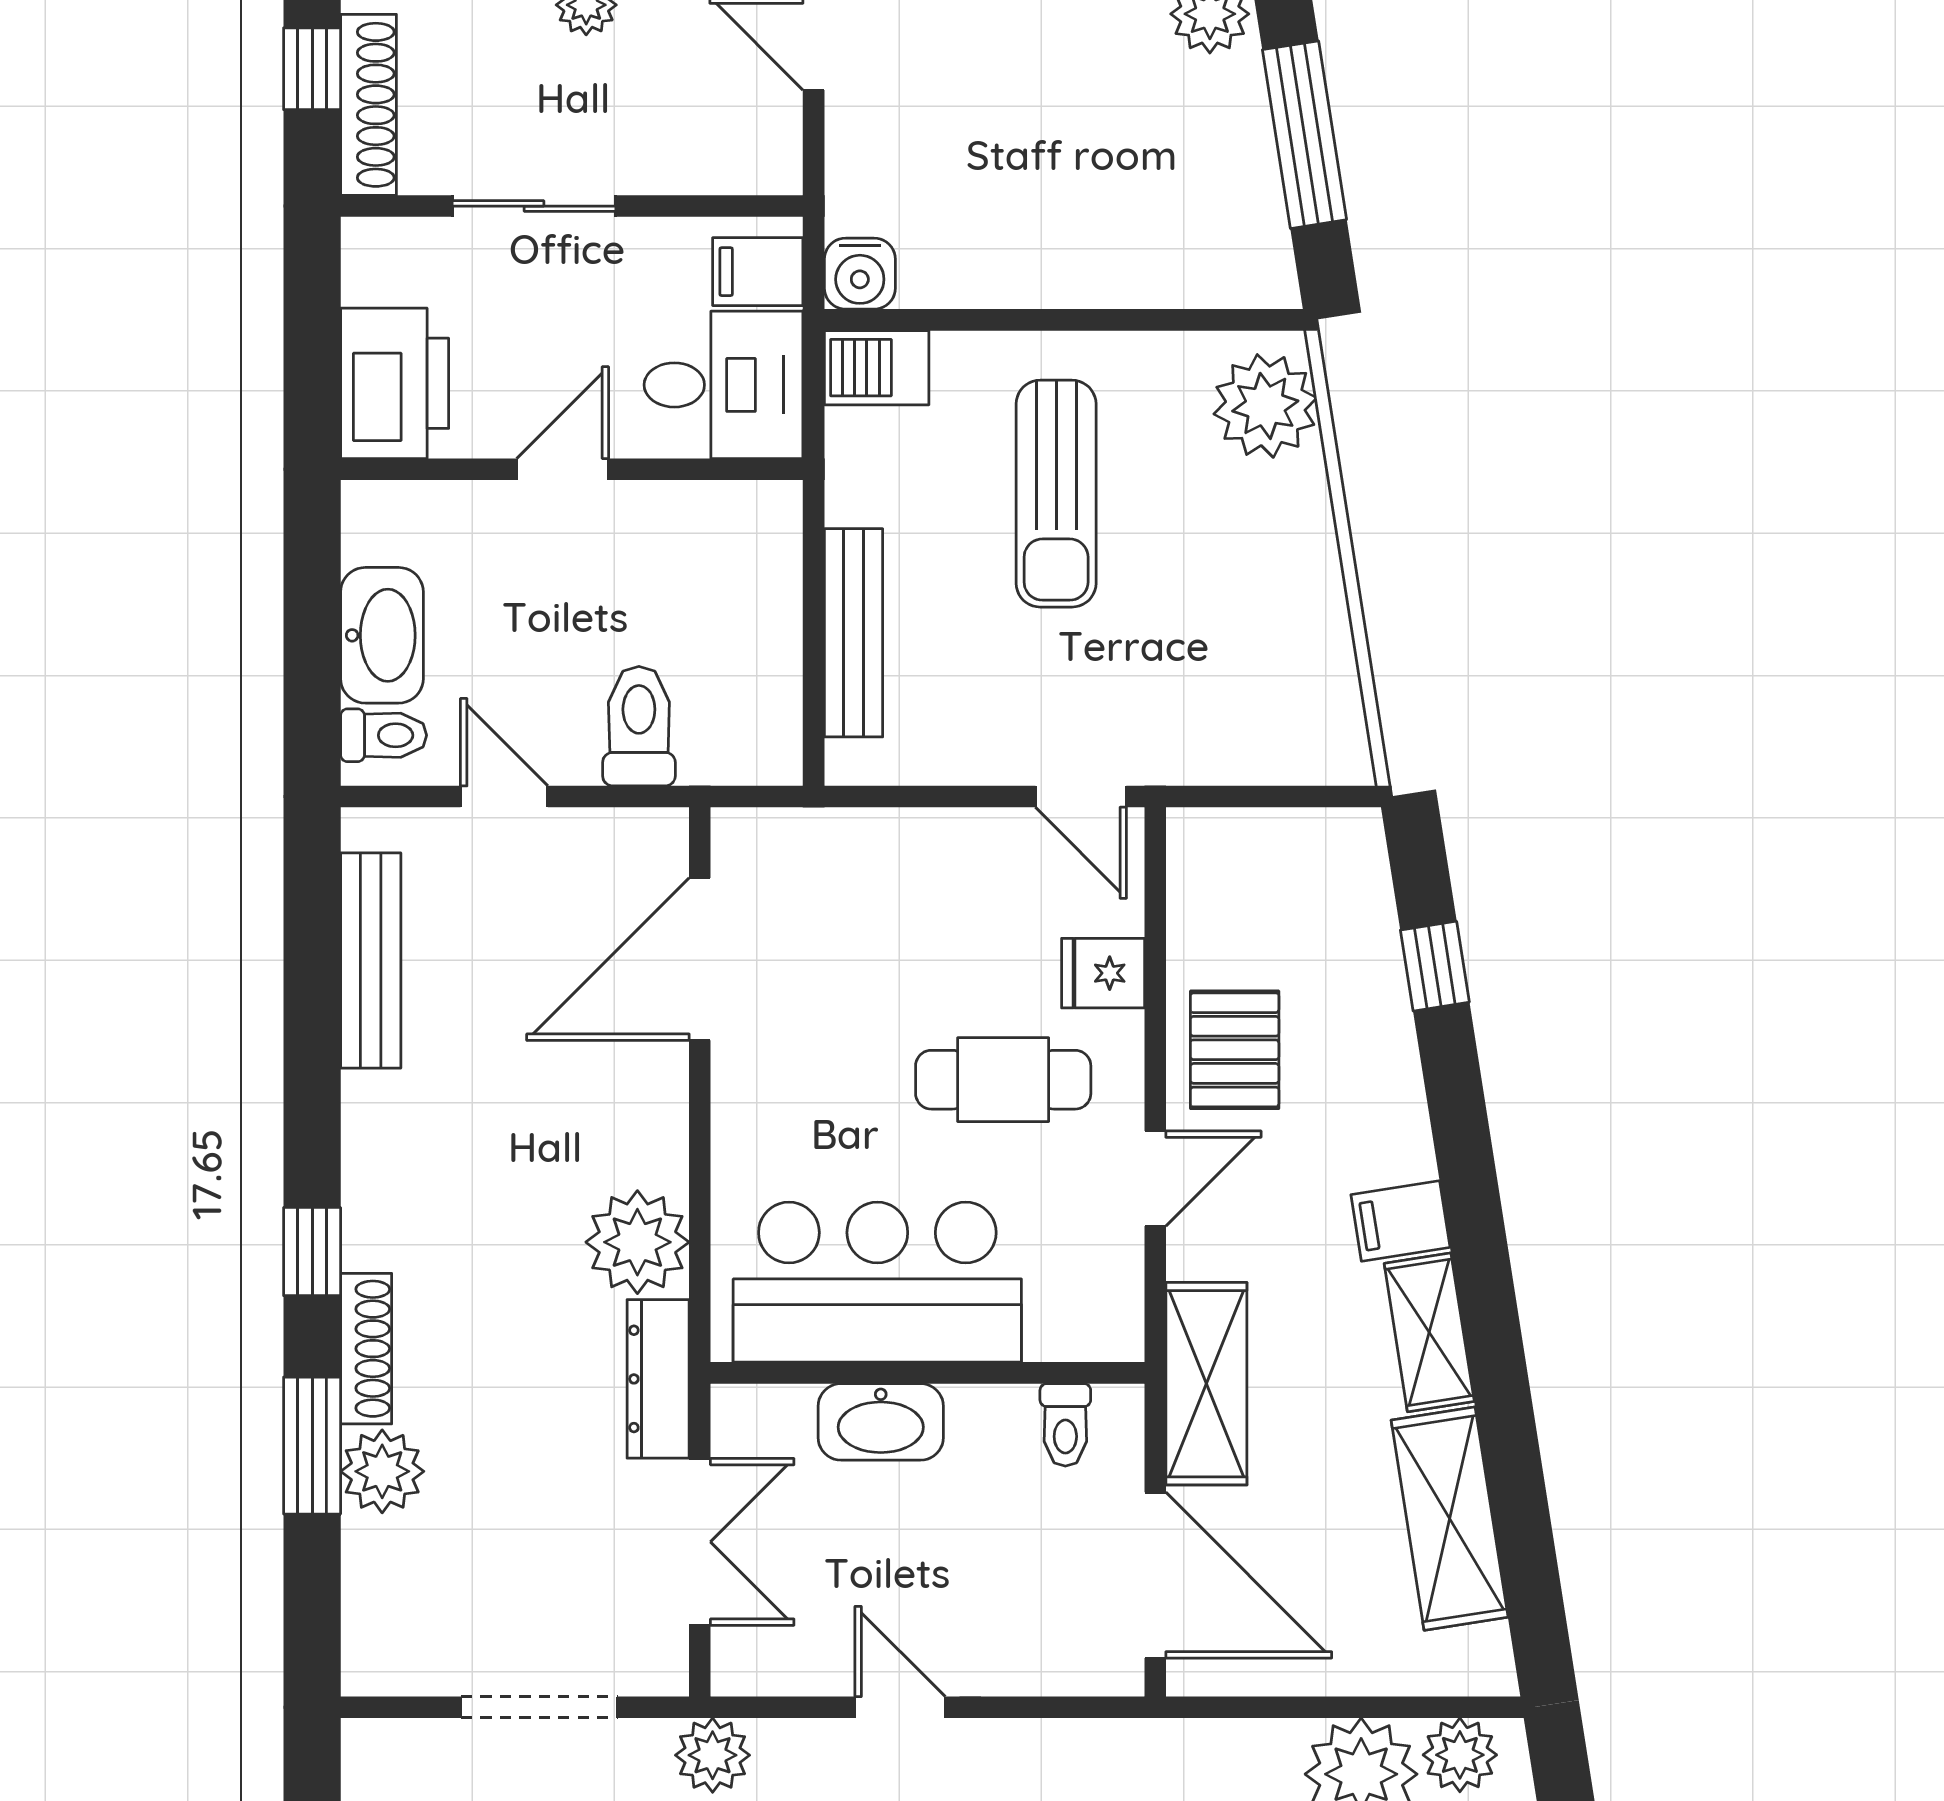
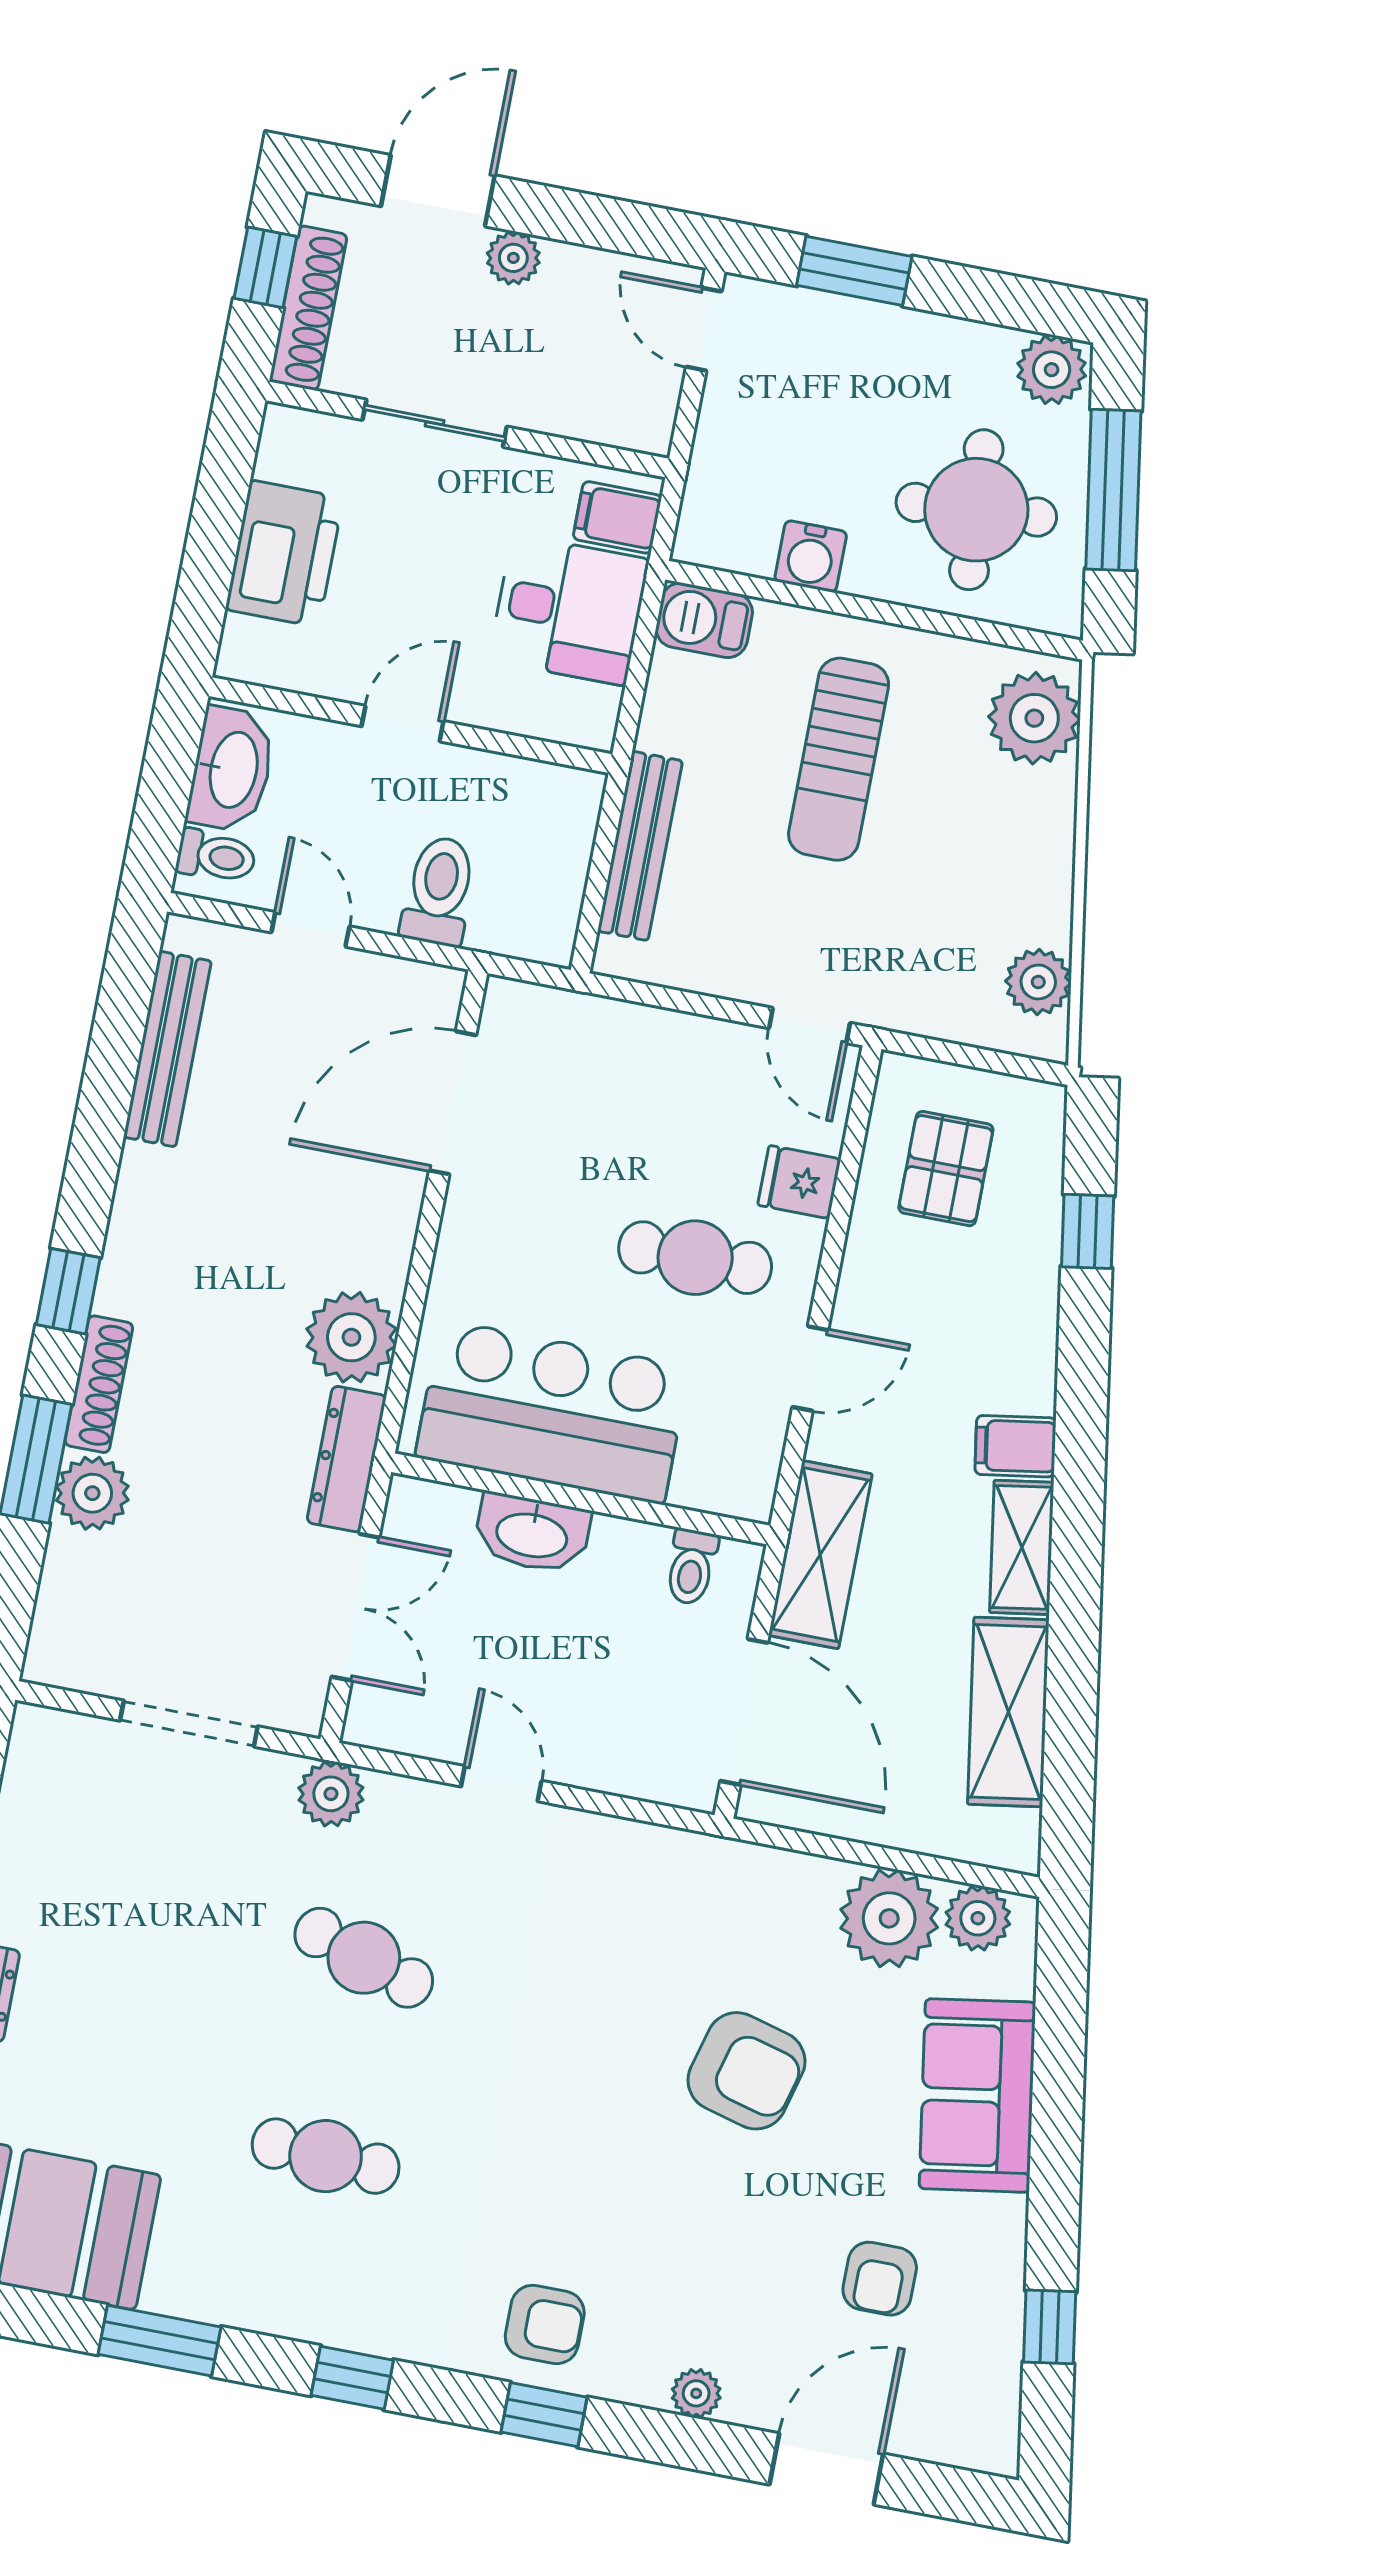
round table: (1156, 186) -> (976, 510), added
water cooler: (860, 274) -> (811, 556), moved
door: (563, 469) -> (403, 724), moved
wall: (572, 469) -> (410, 725), moved
plant: (1326, 699) -> (1038, 982), added
pallet: (1235, 1050) -> (946, 1169), moved

